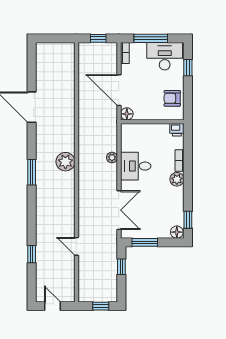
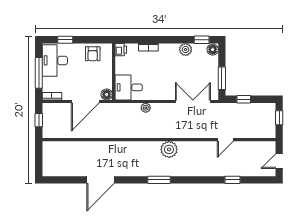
plant: (65, 162) -> (169, 149), moved
desk: (136, 166) -> (129, 87), moved, turned 90
plant: (177, 179) -> (186, 50), moved

